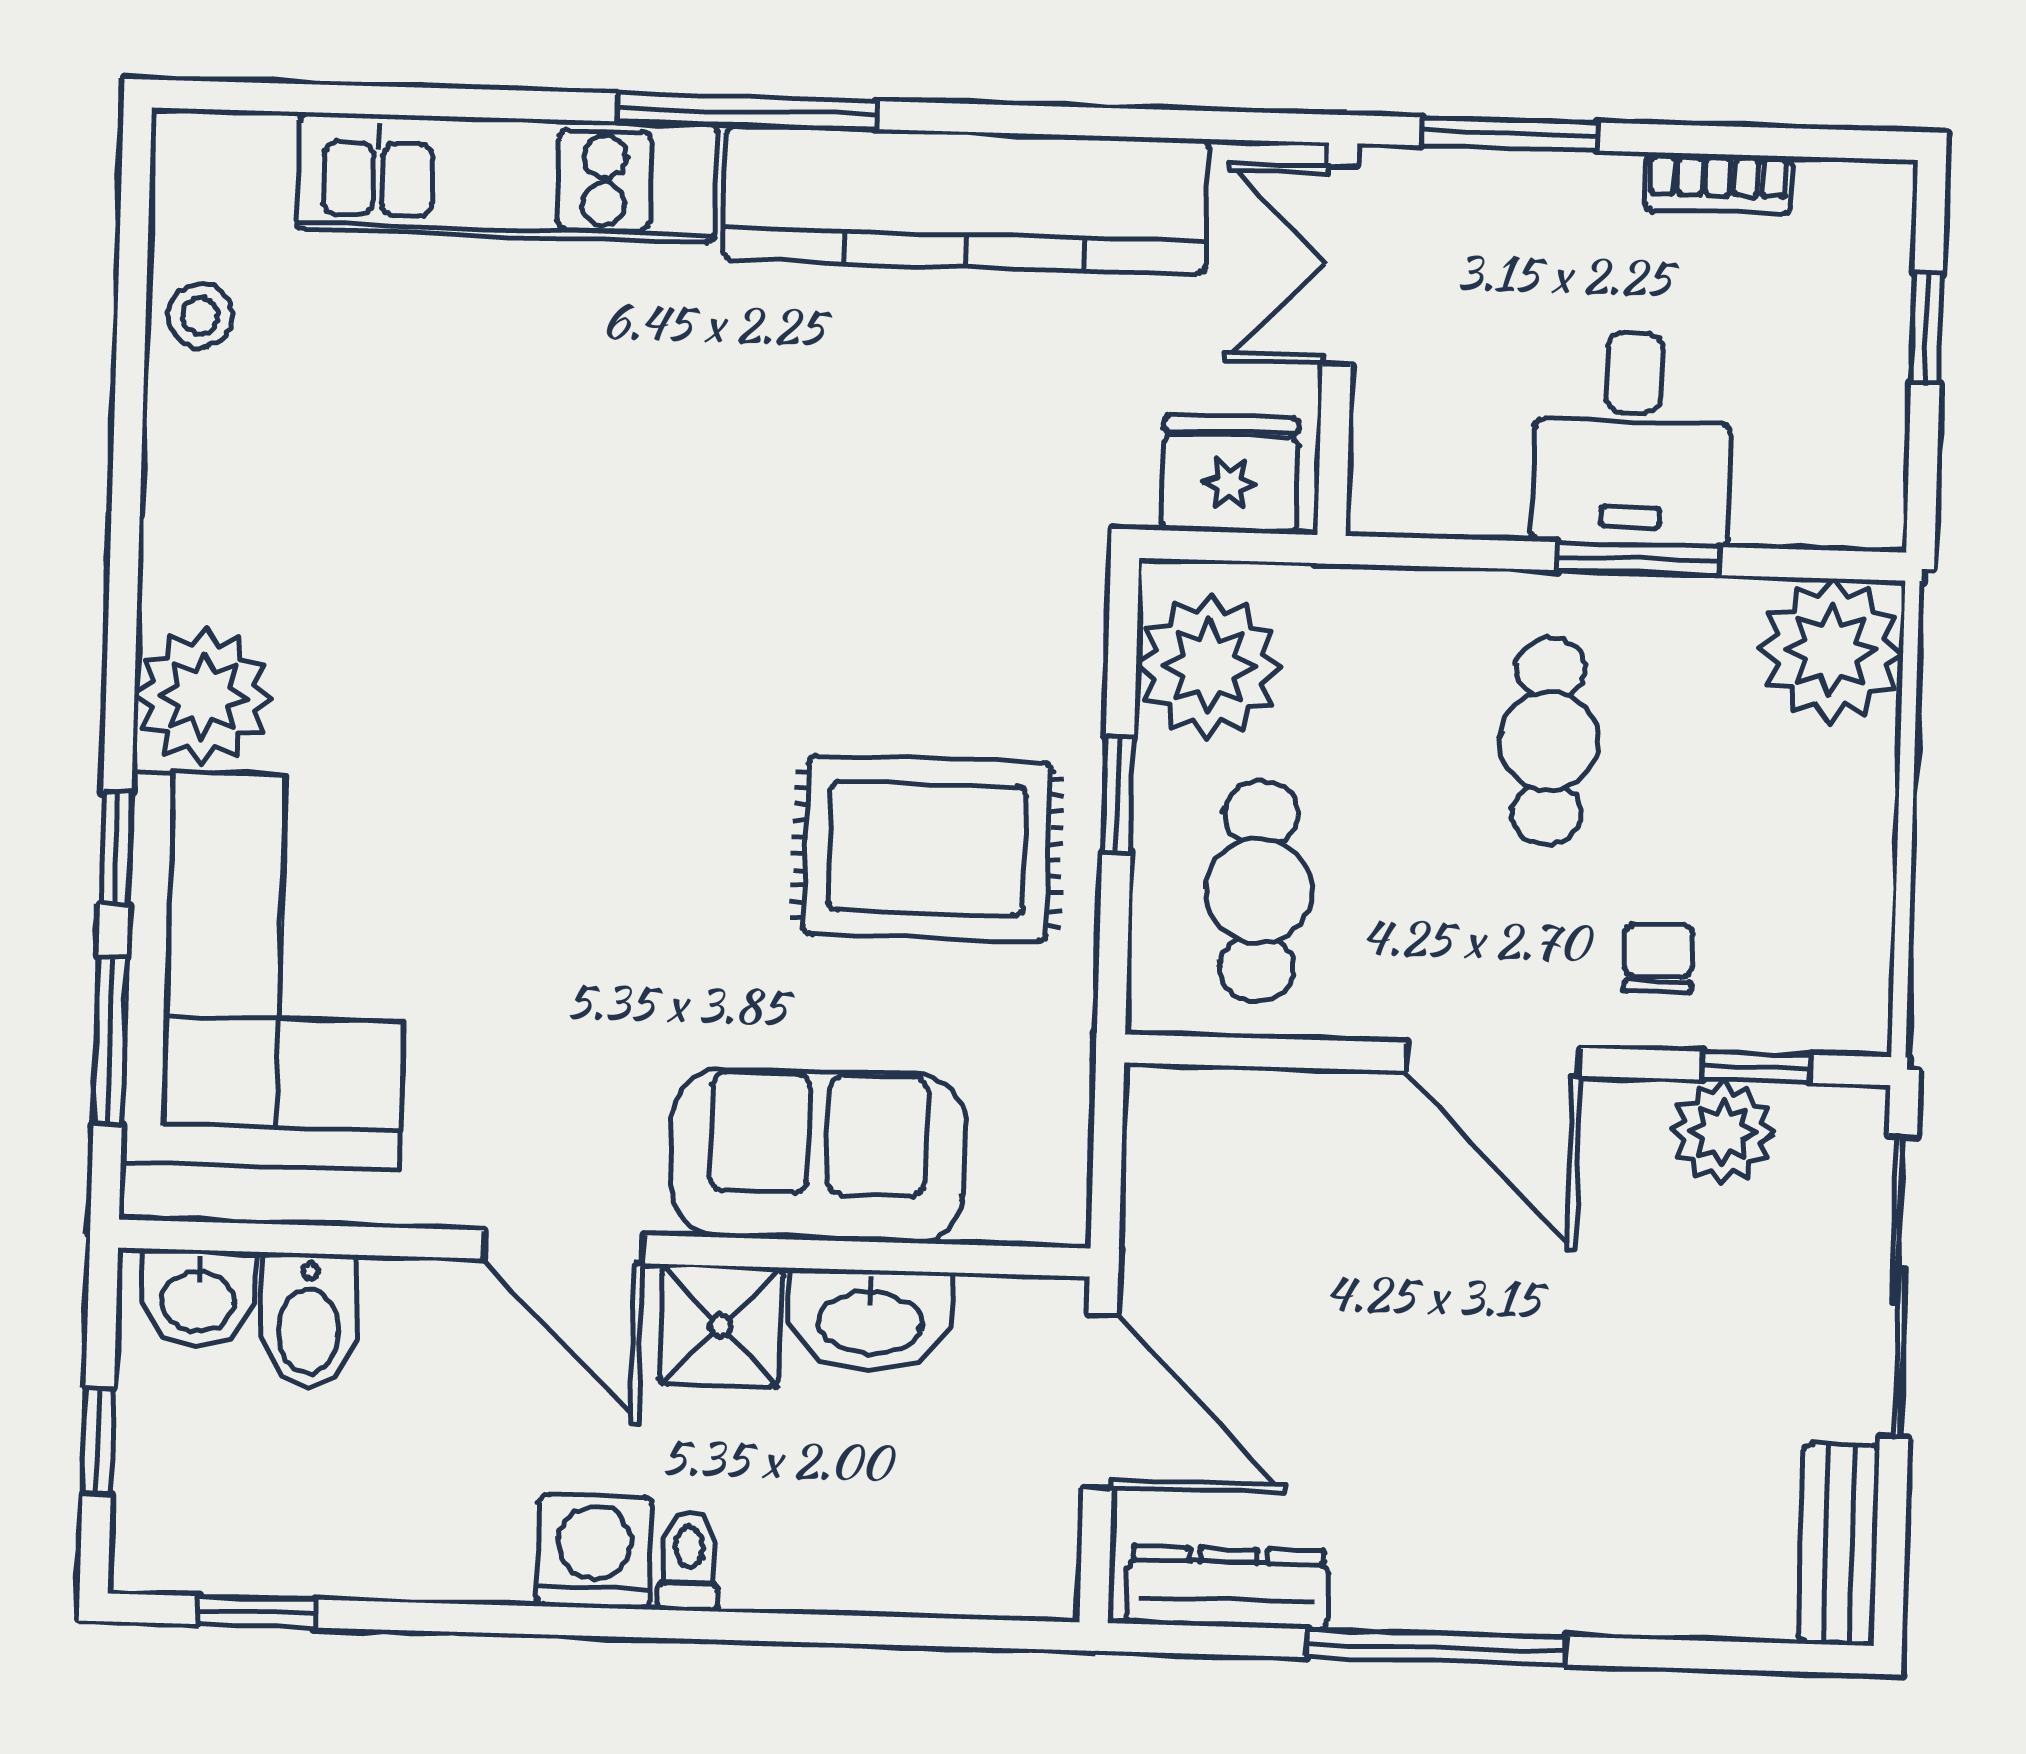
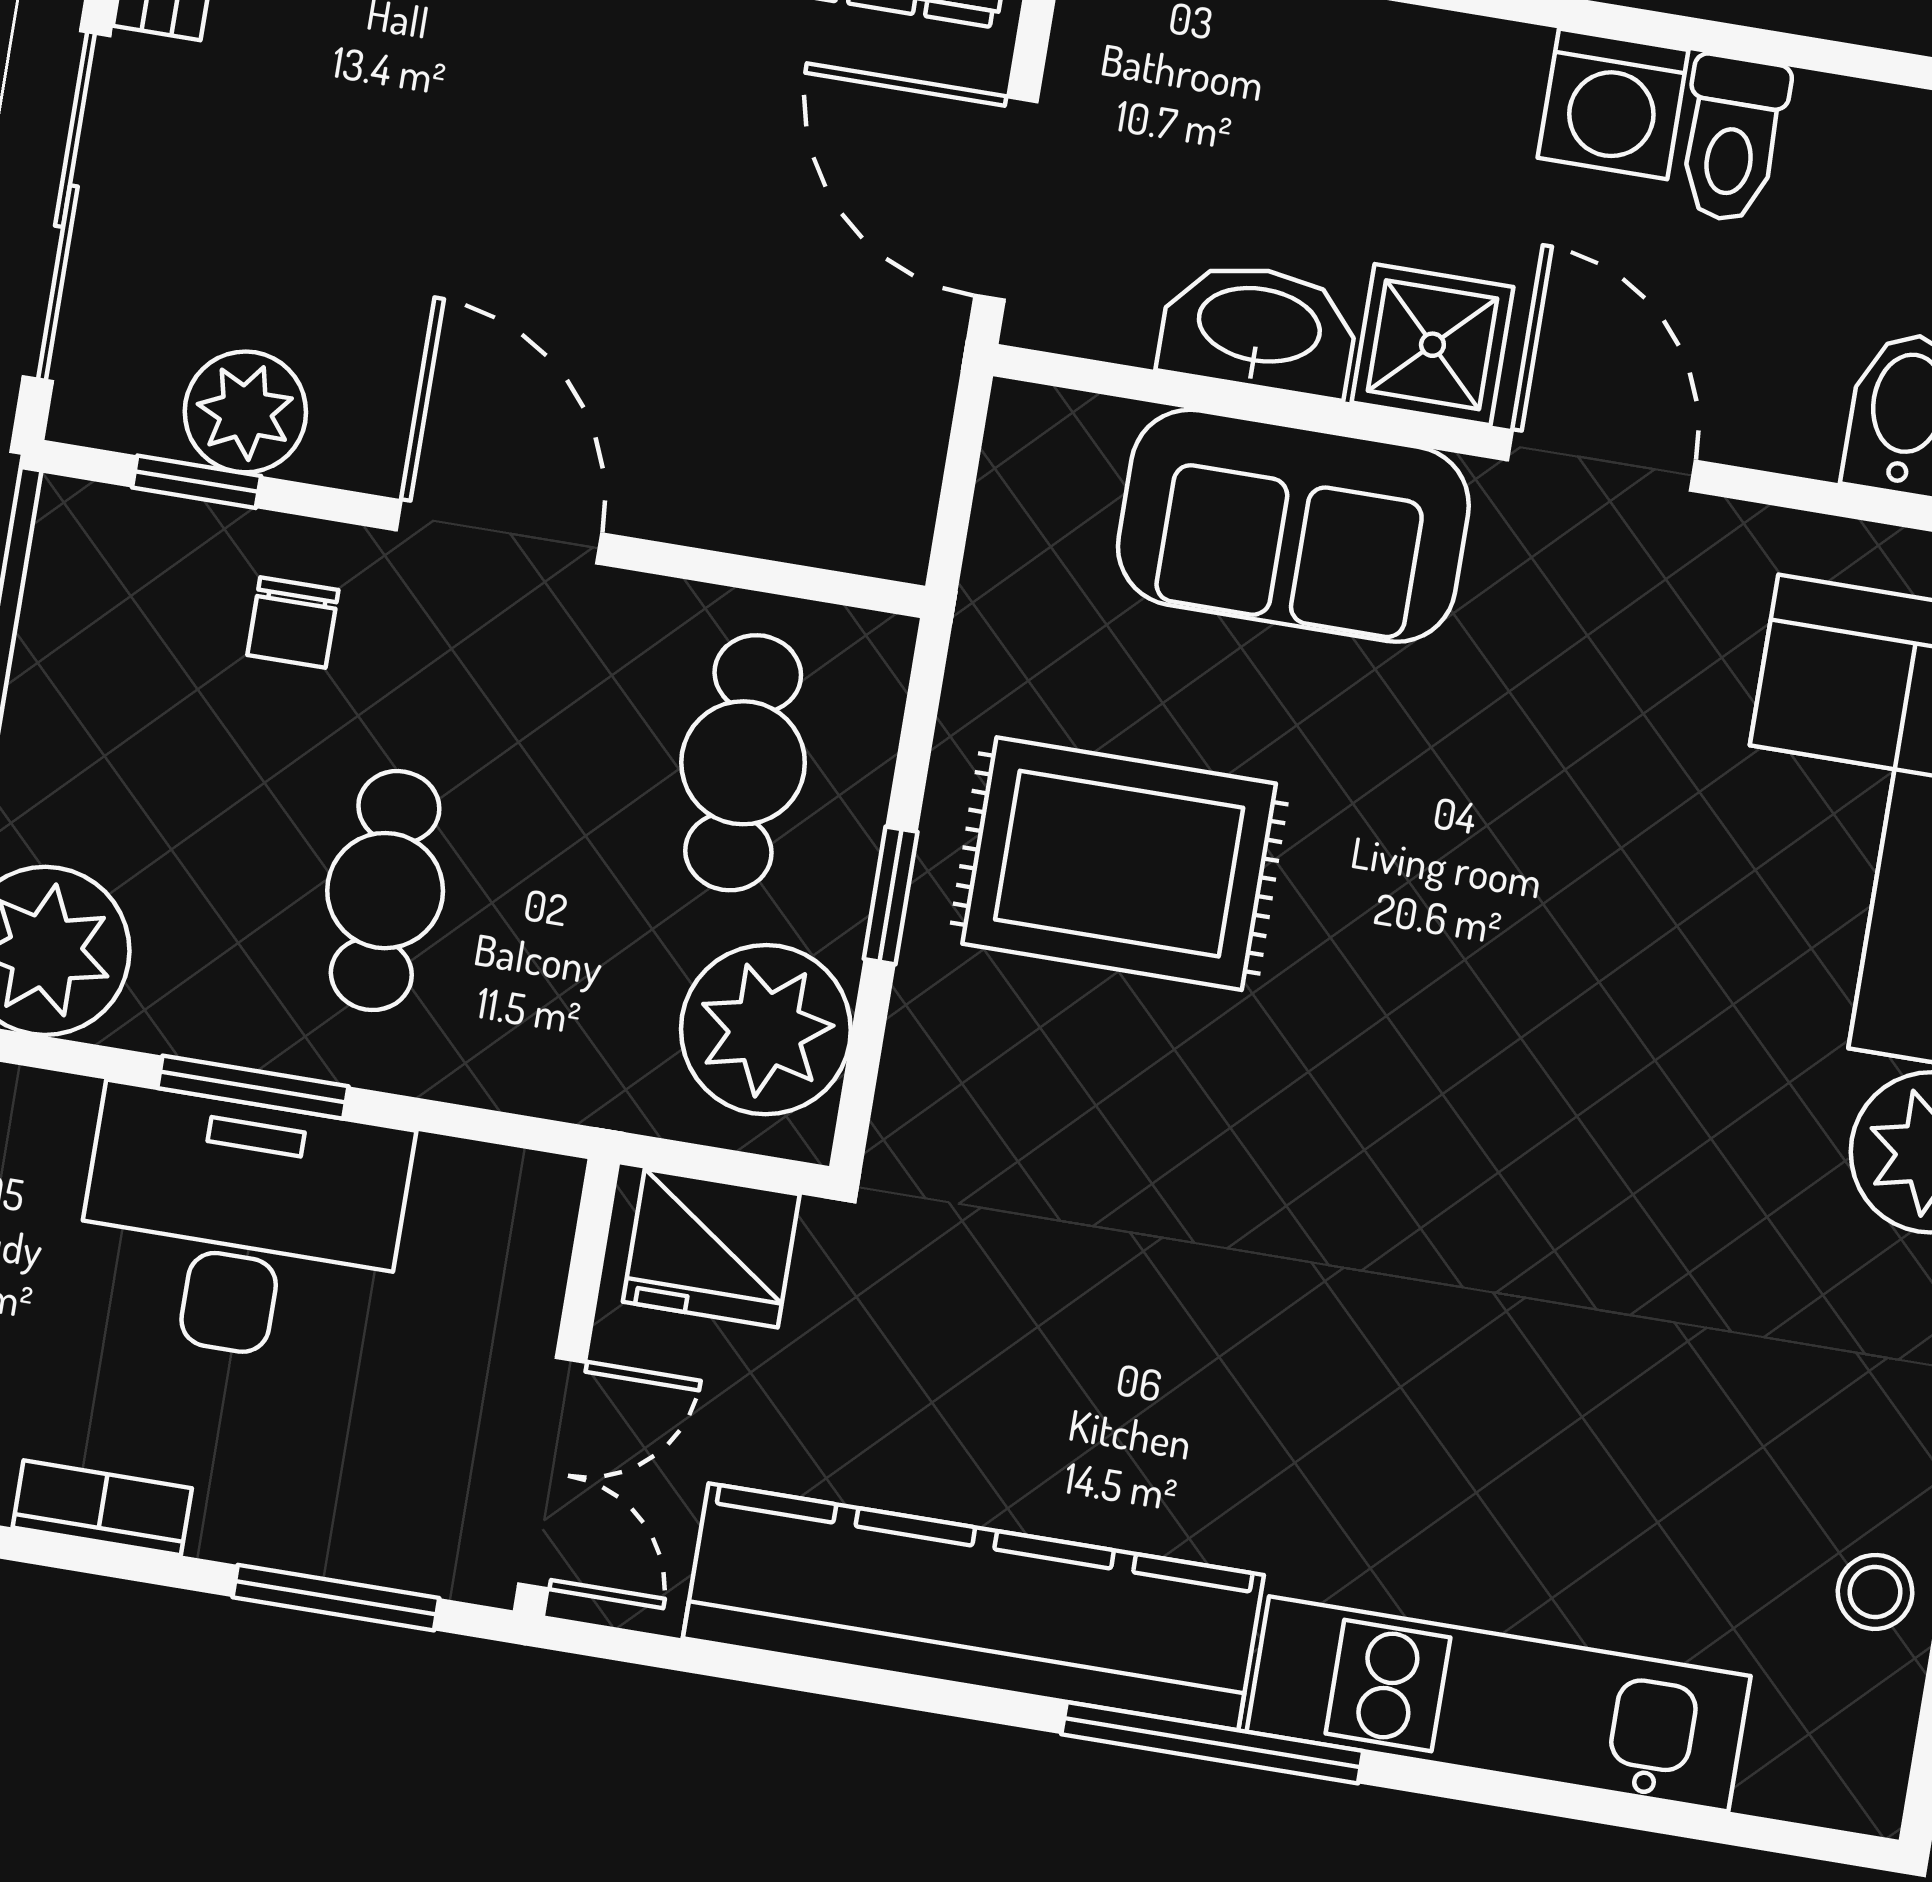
desk: (1632, 438) -> (241, 1227), width x1.37
toilet: (689, 1561) -> (1732, 139), moved, width x1.37, depth x1.39

